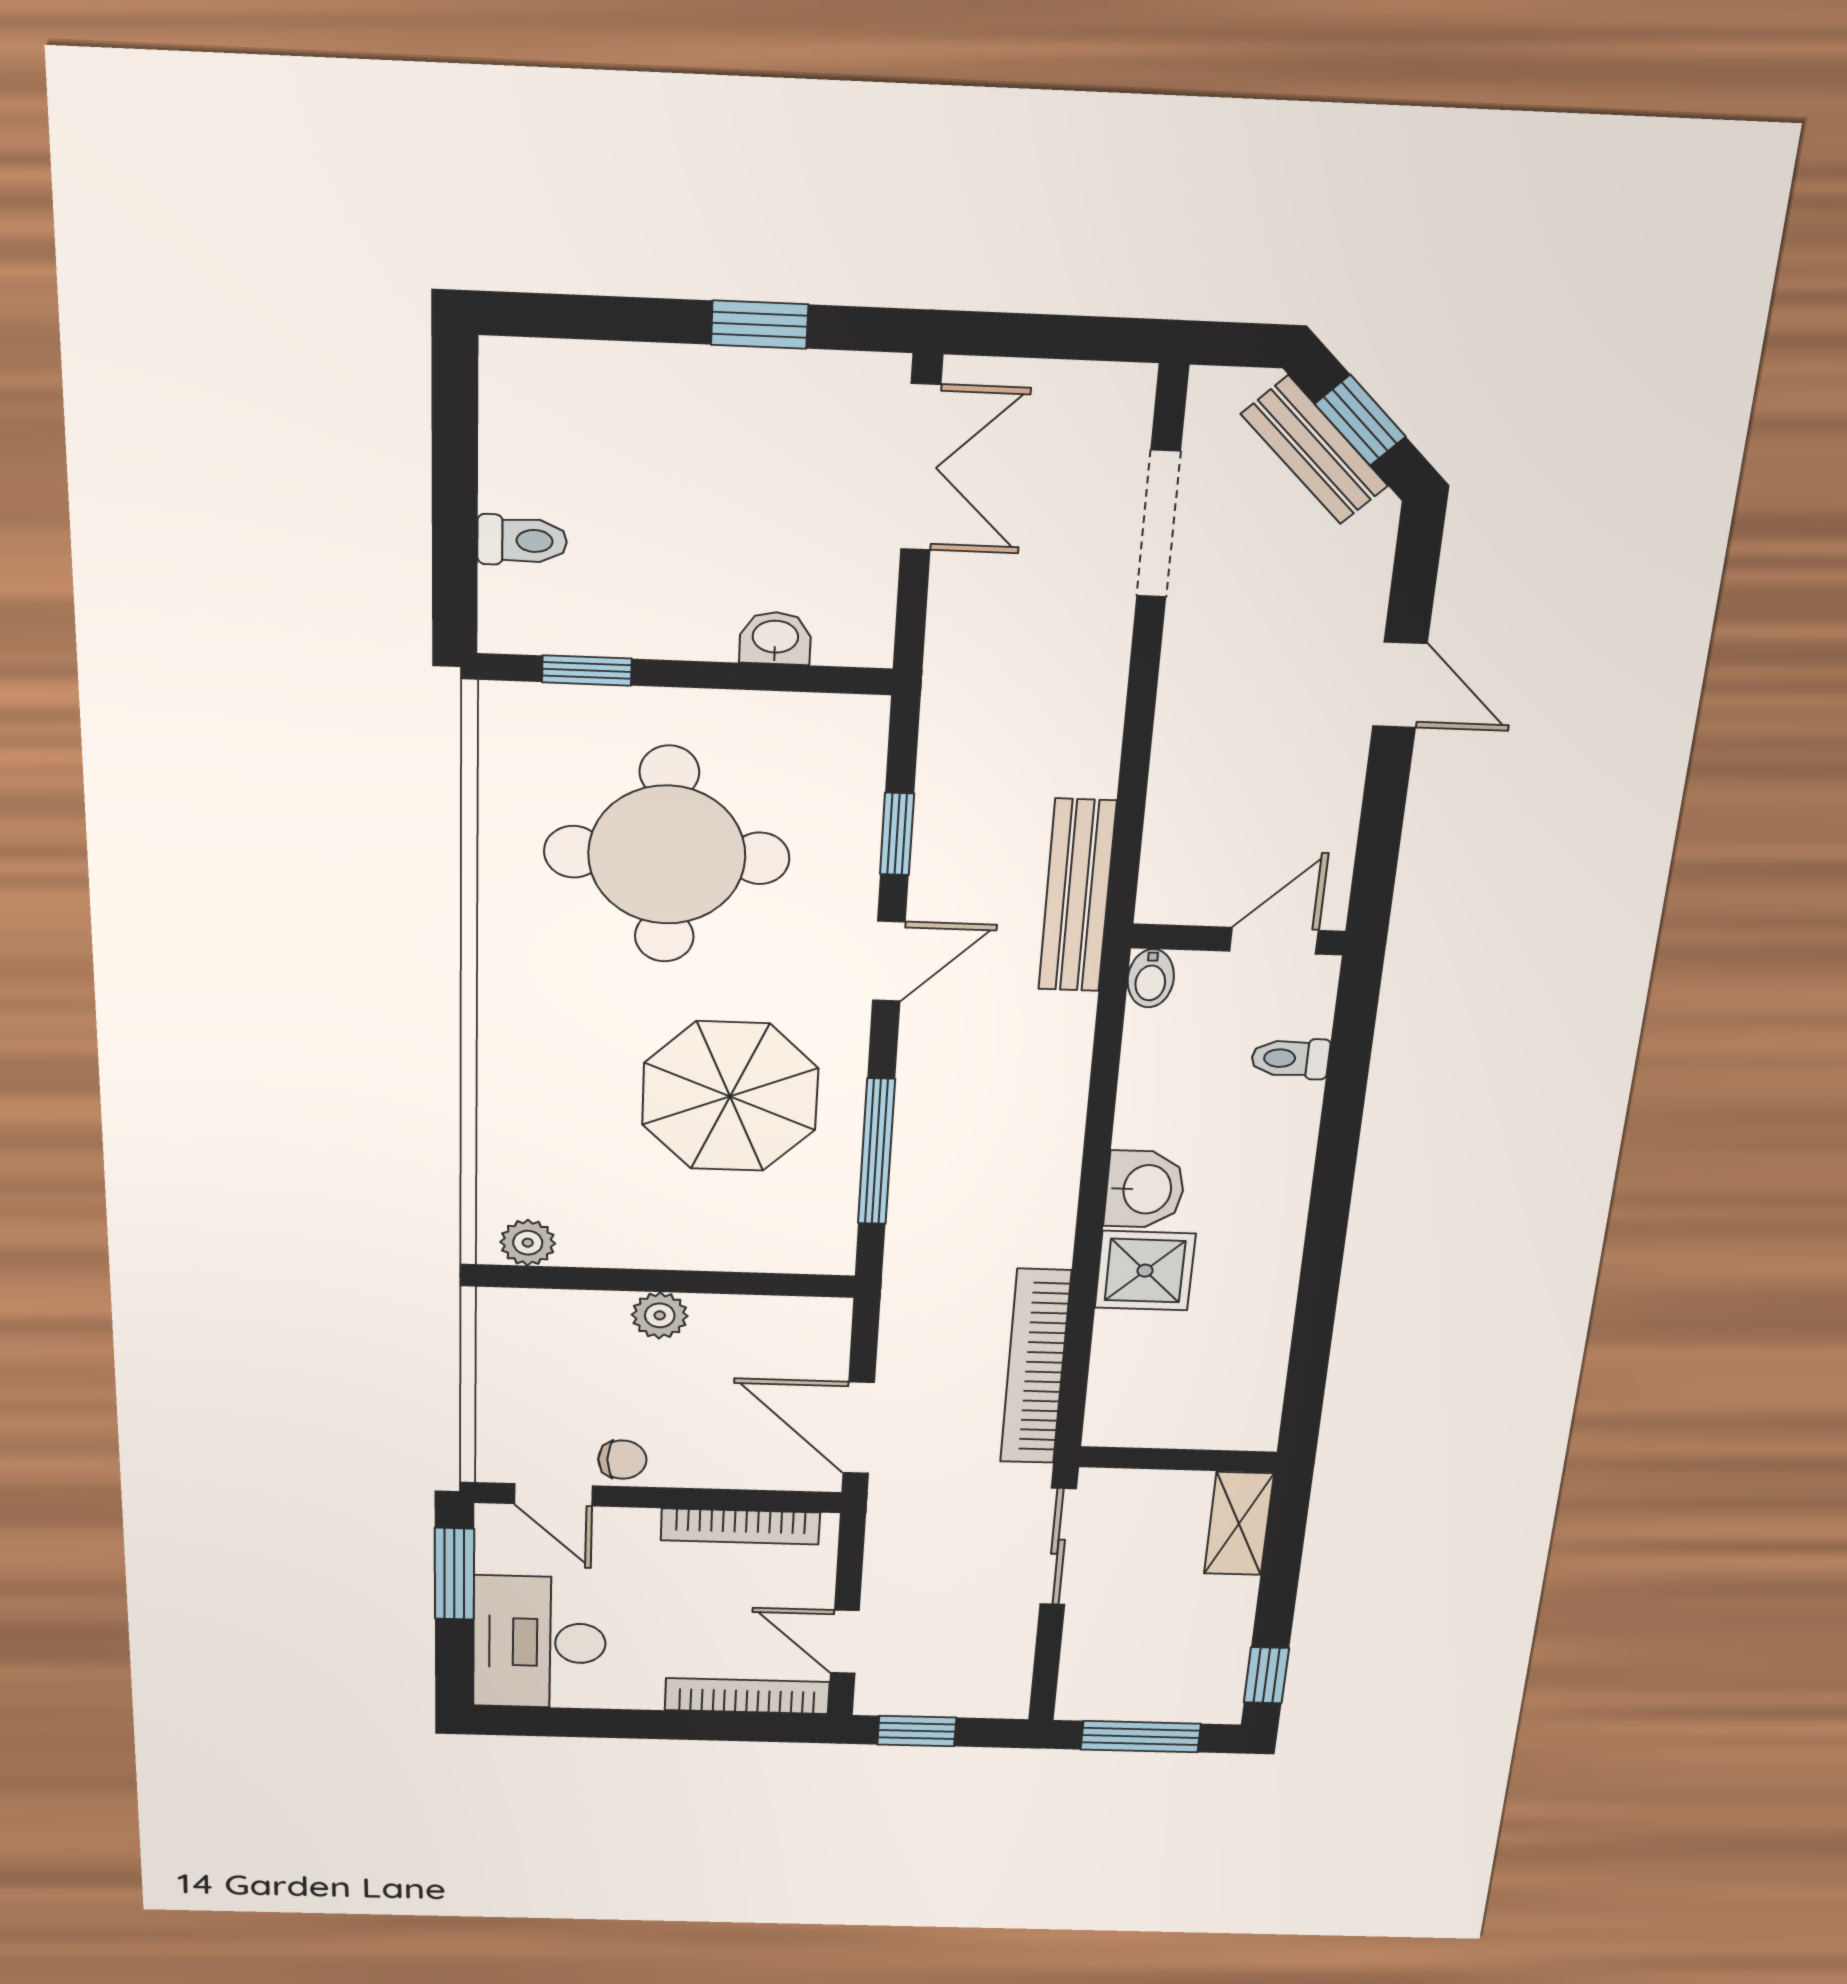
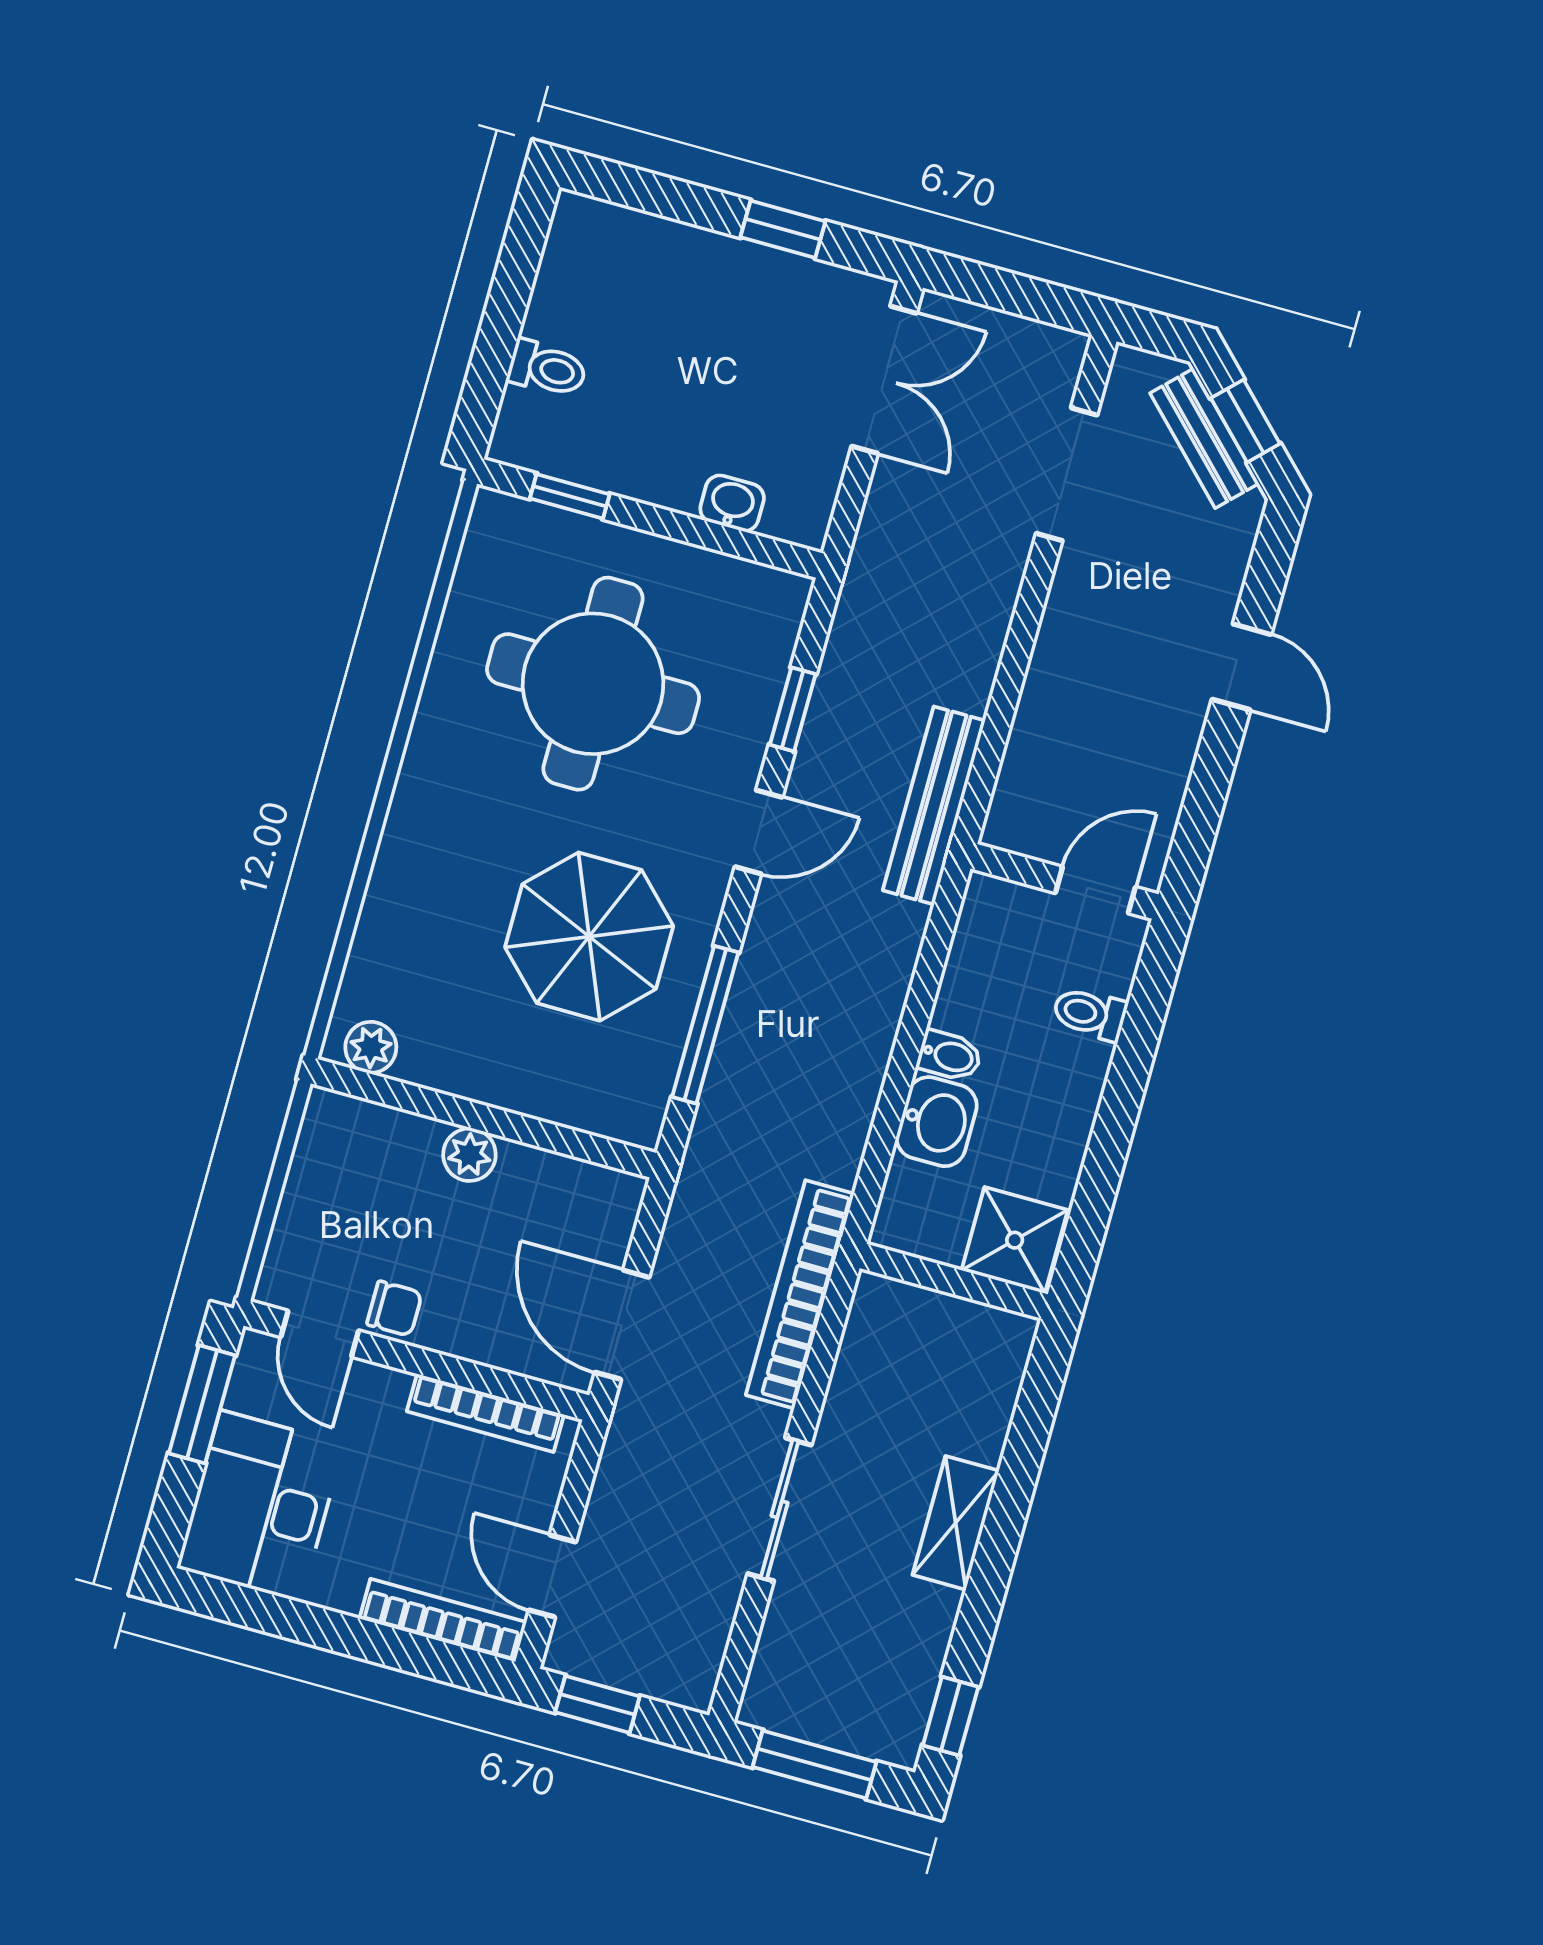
bidet: (1151, 978) -> (950, 1056), moved, turned -90
shower: (1145, 1271) -> (1015, 1240), moved
wall: (1178, 1459) -> (954, 1281), moved

